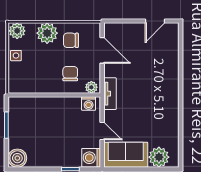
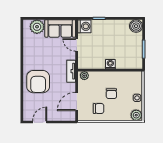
plant: (47, 33) -> (115, 113), removed
door: (102, 50) -> (77, 101), hinge flipped
chair: (70, 74) -> (111, 94), moved
armchair: (157, 79) -> (38, 82), added
washing machine: (89, 104) -> (110, 64), moved

